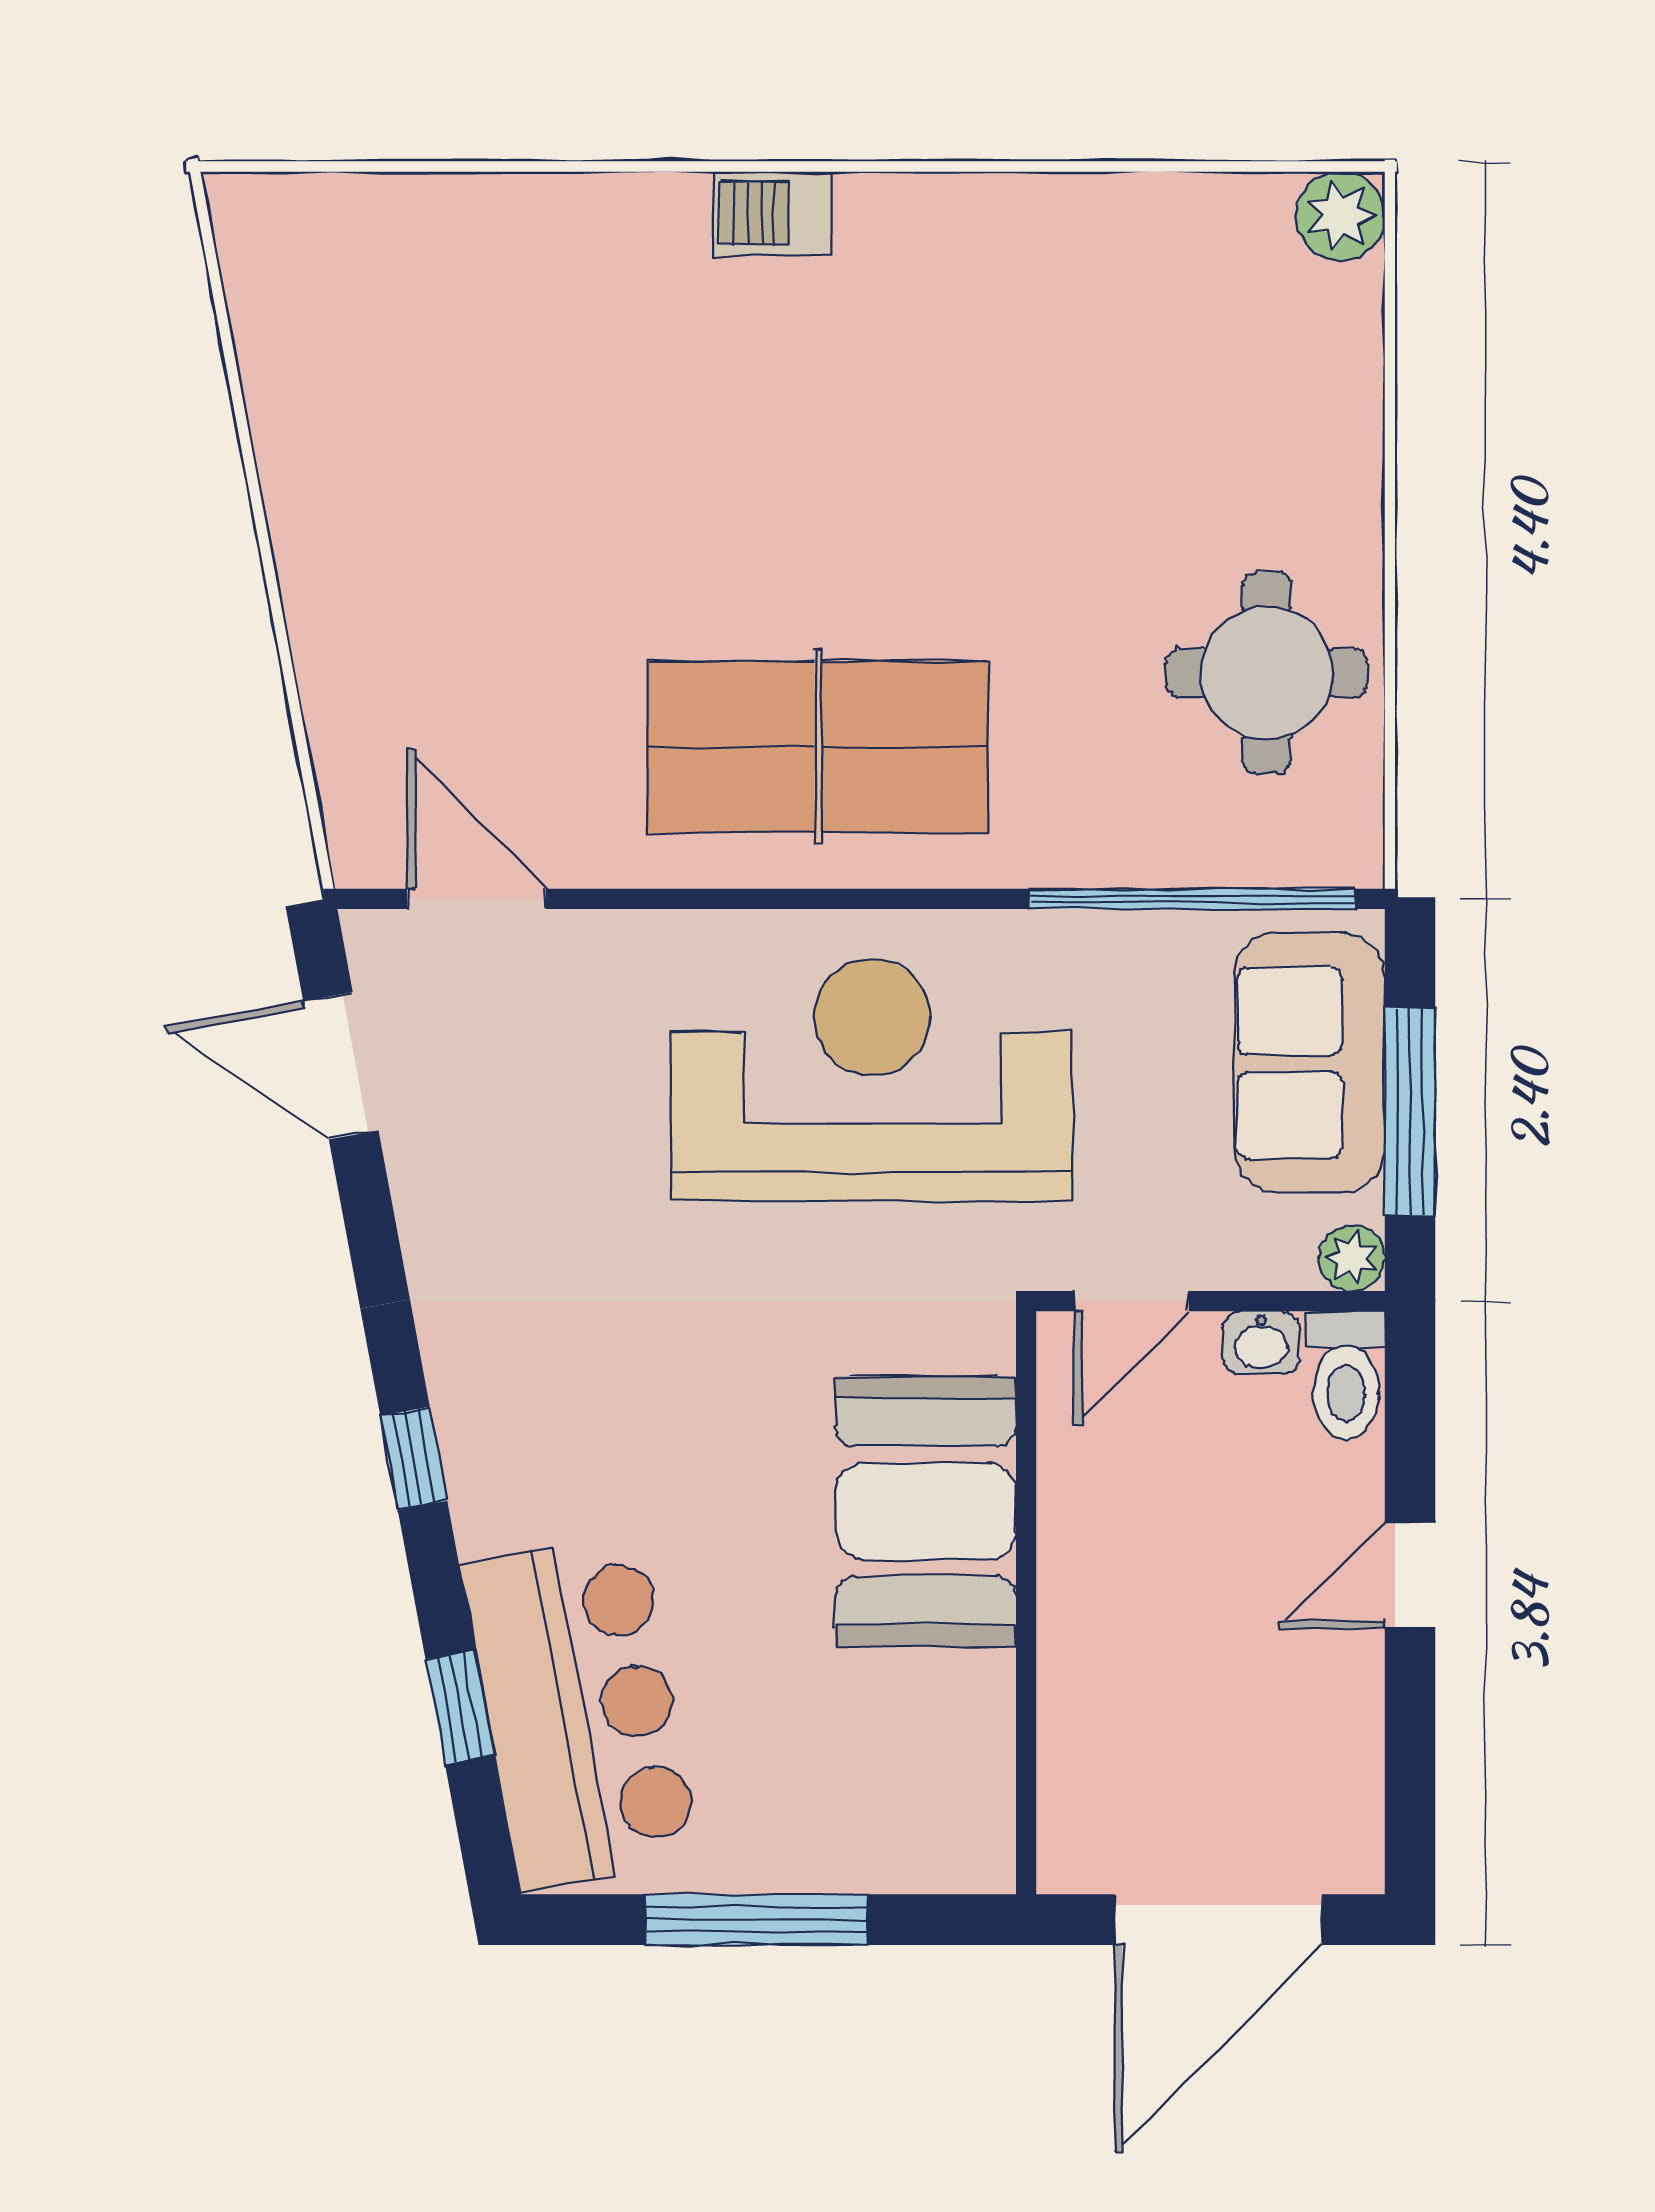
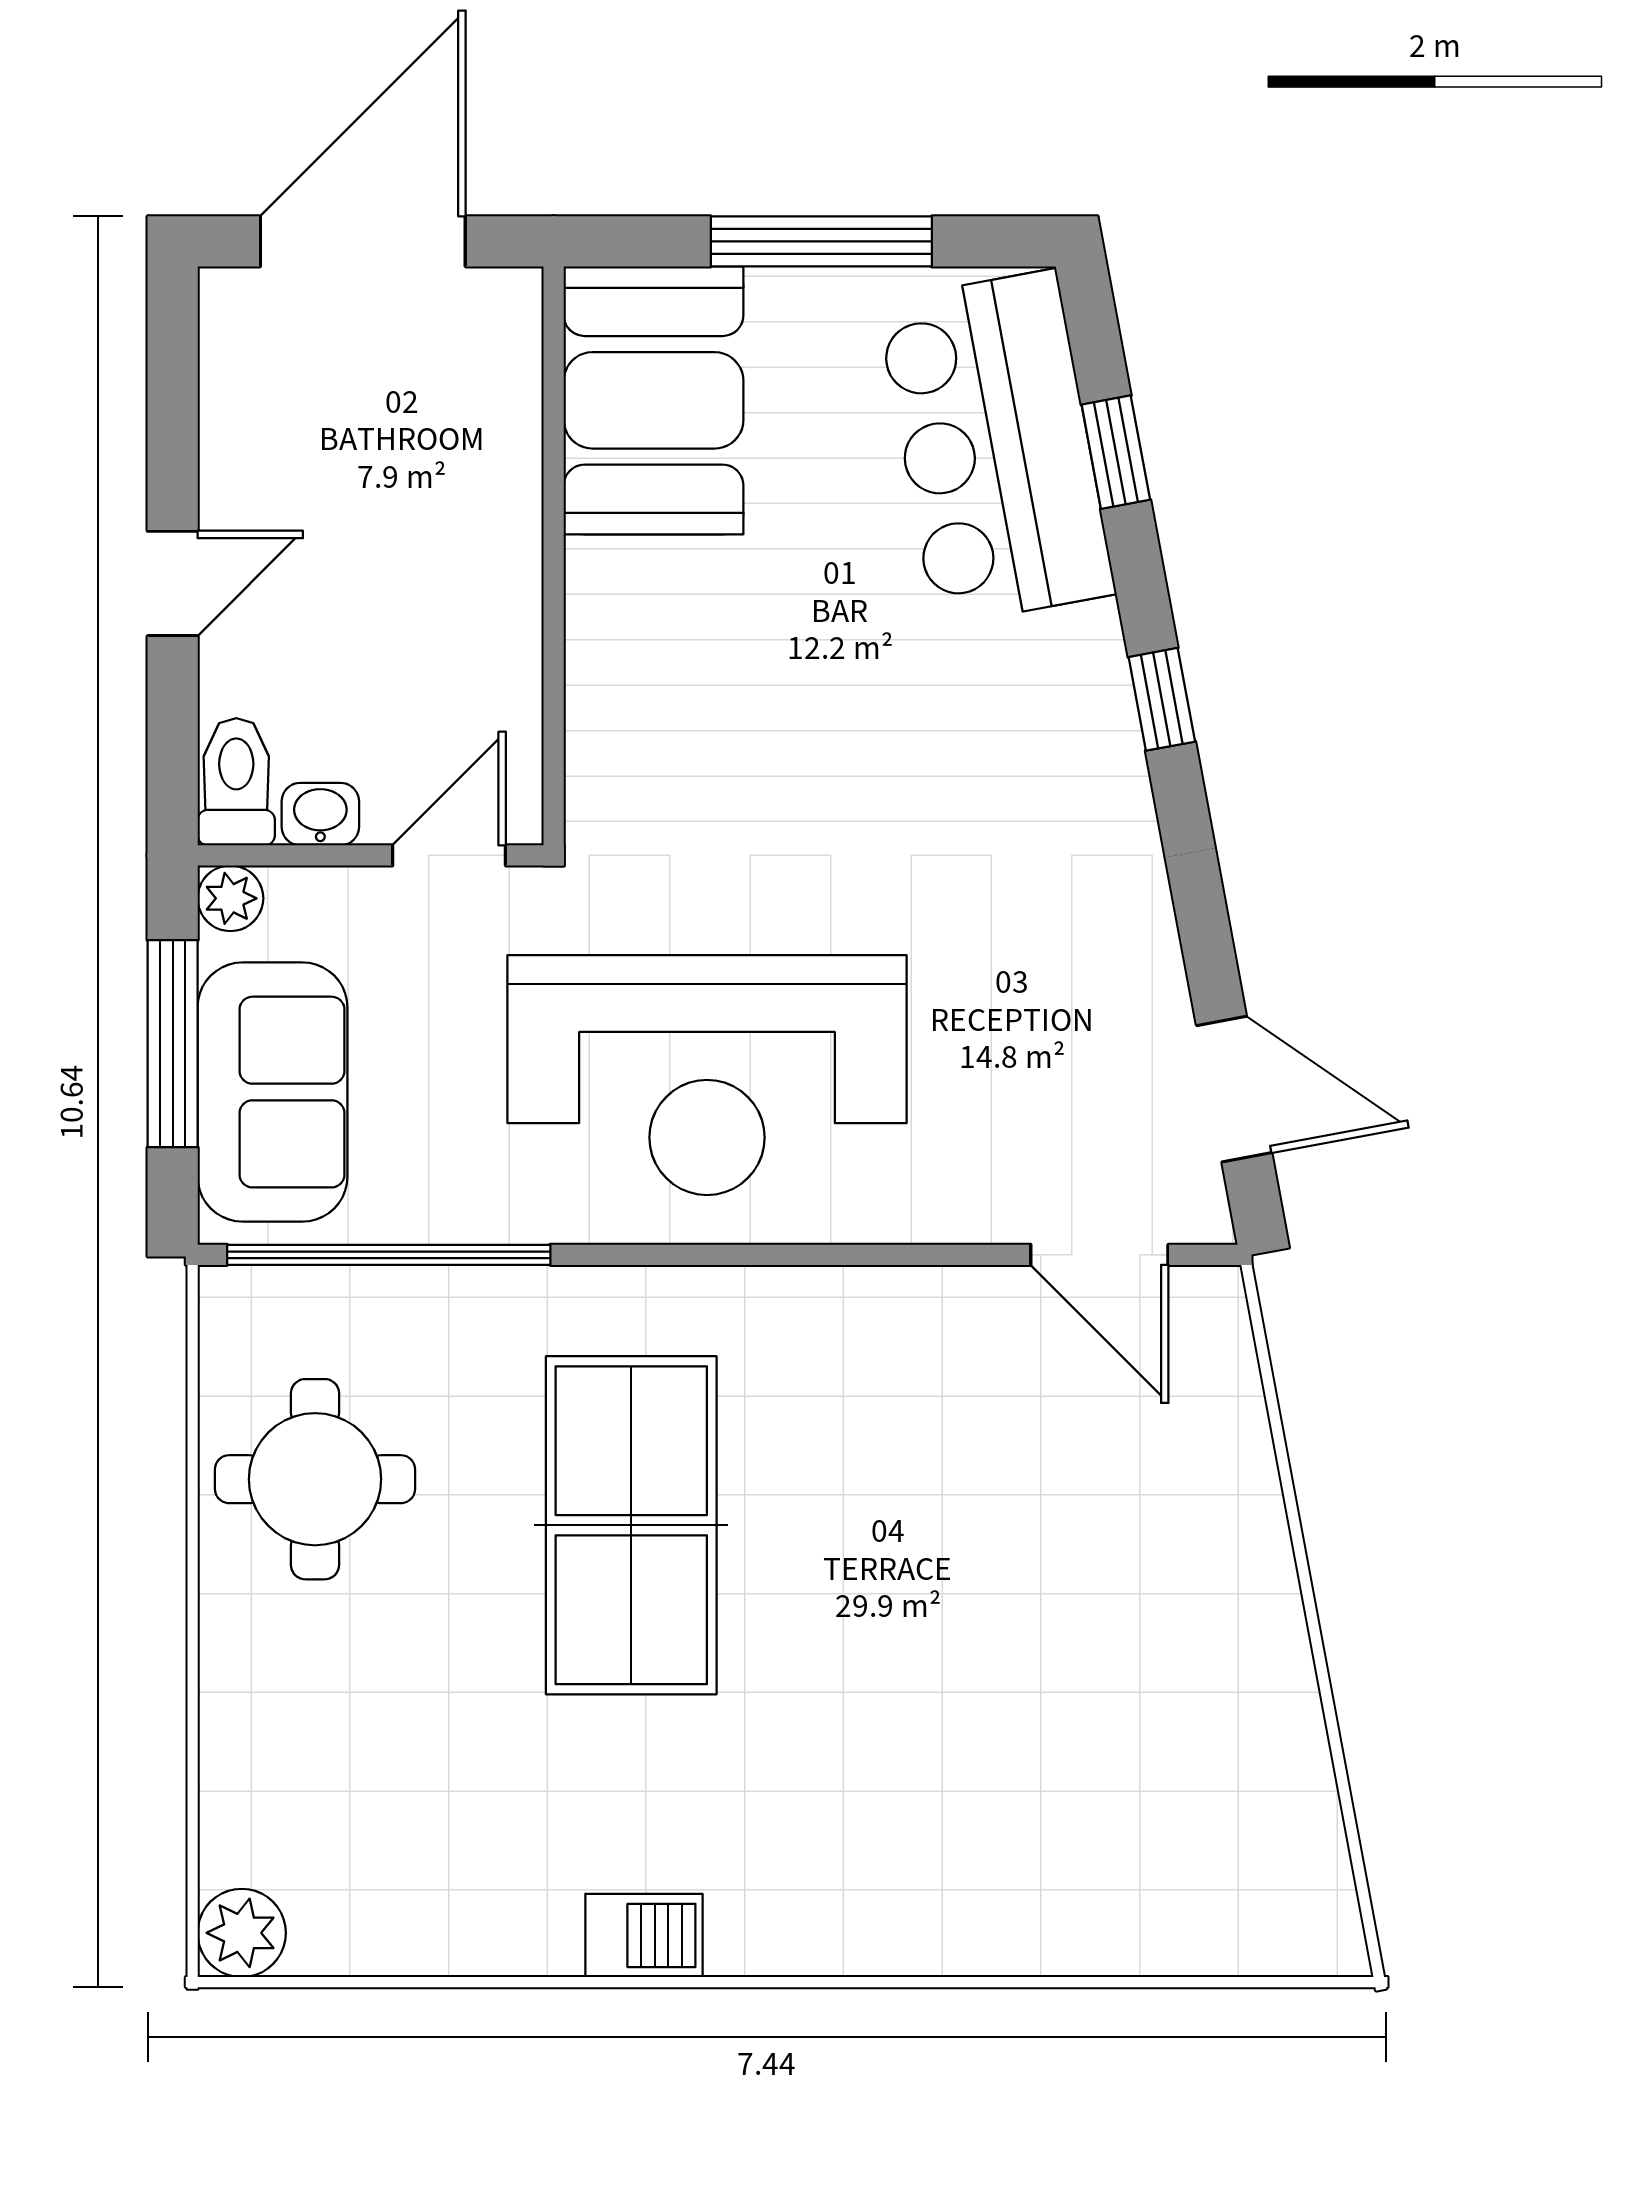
barbecue: (772, 213) -> (644, 1935), moved
table tennis table: (818, 747) -> (631, 1525), moved, turned 90
booth: (926, 1511) -> (654, 400), moved

